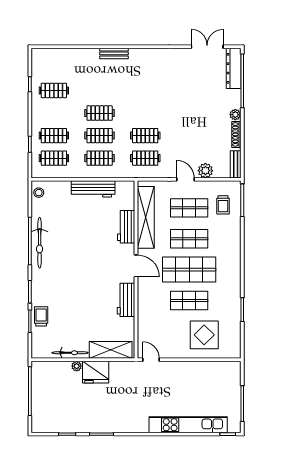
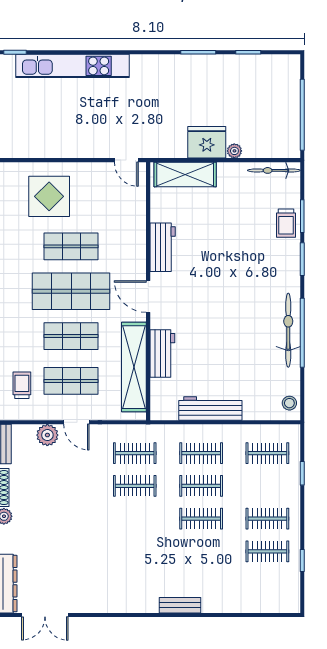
clothes rail: (54, 136) -> (267, 519), moved
bicycle: (70, 353) -> (274, 170), moved

